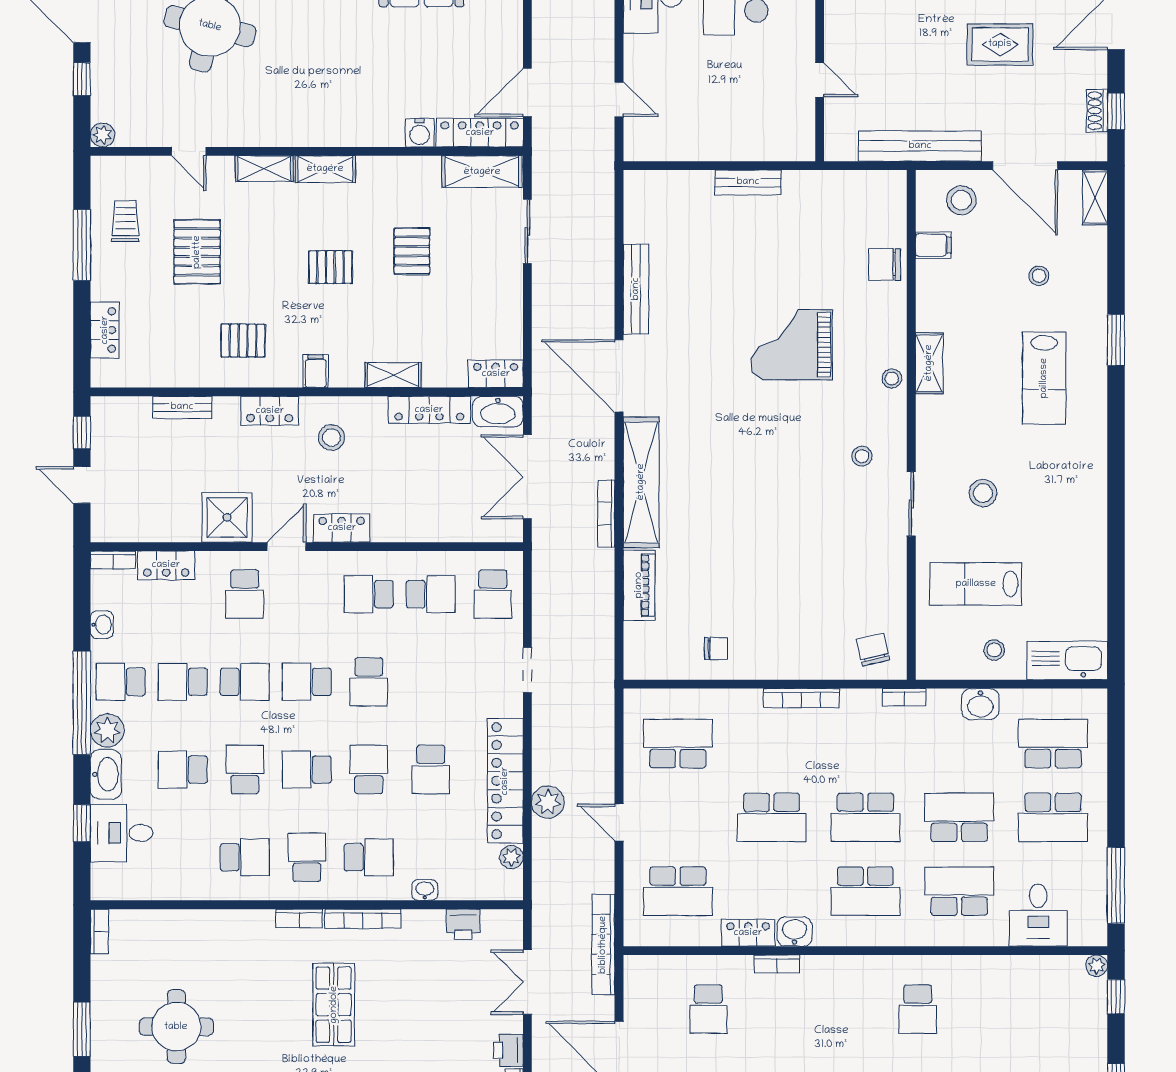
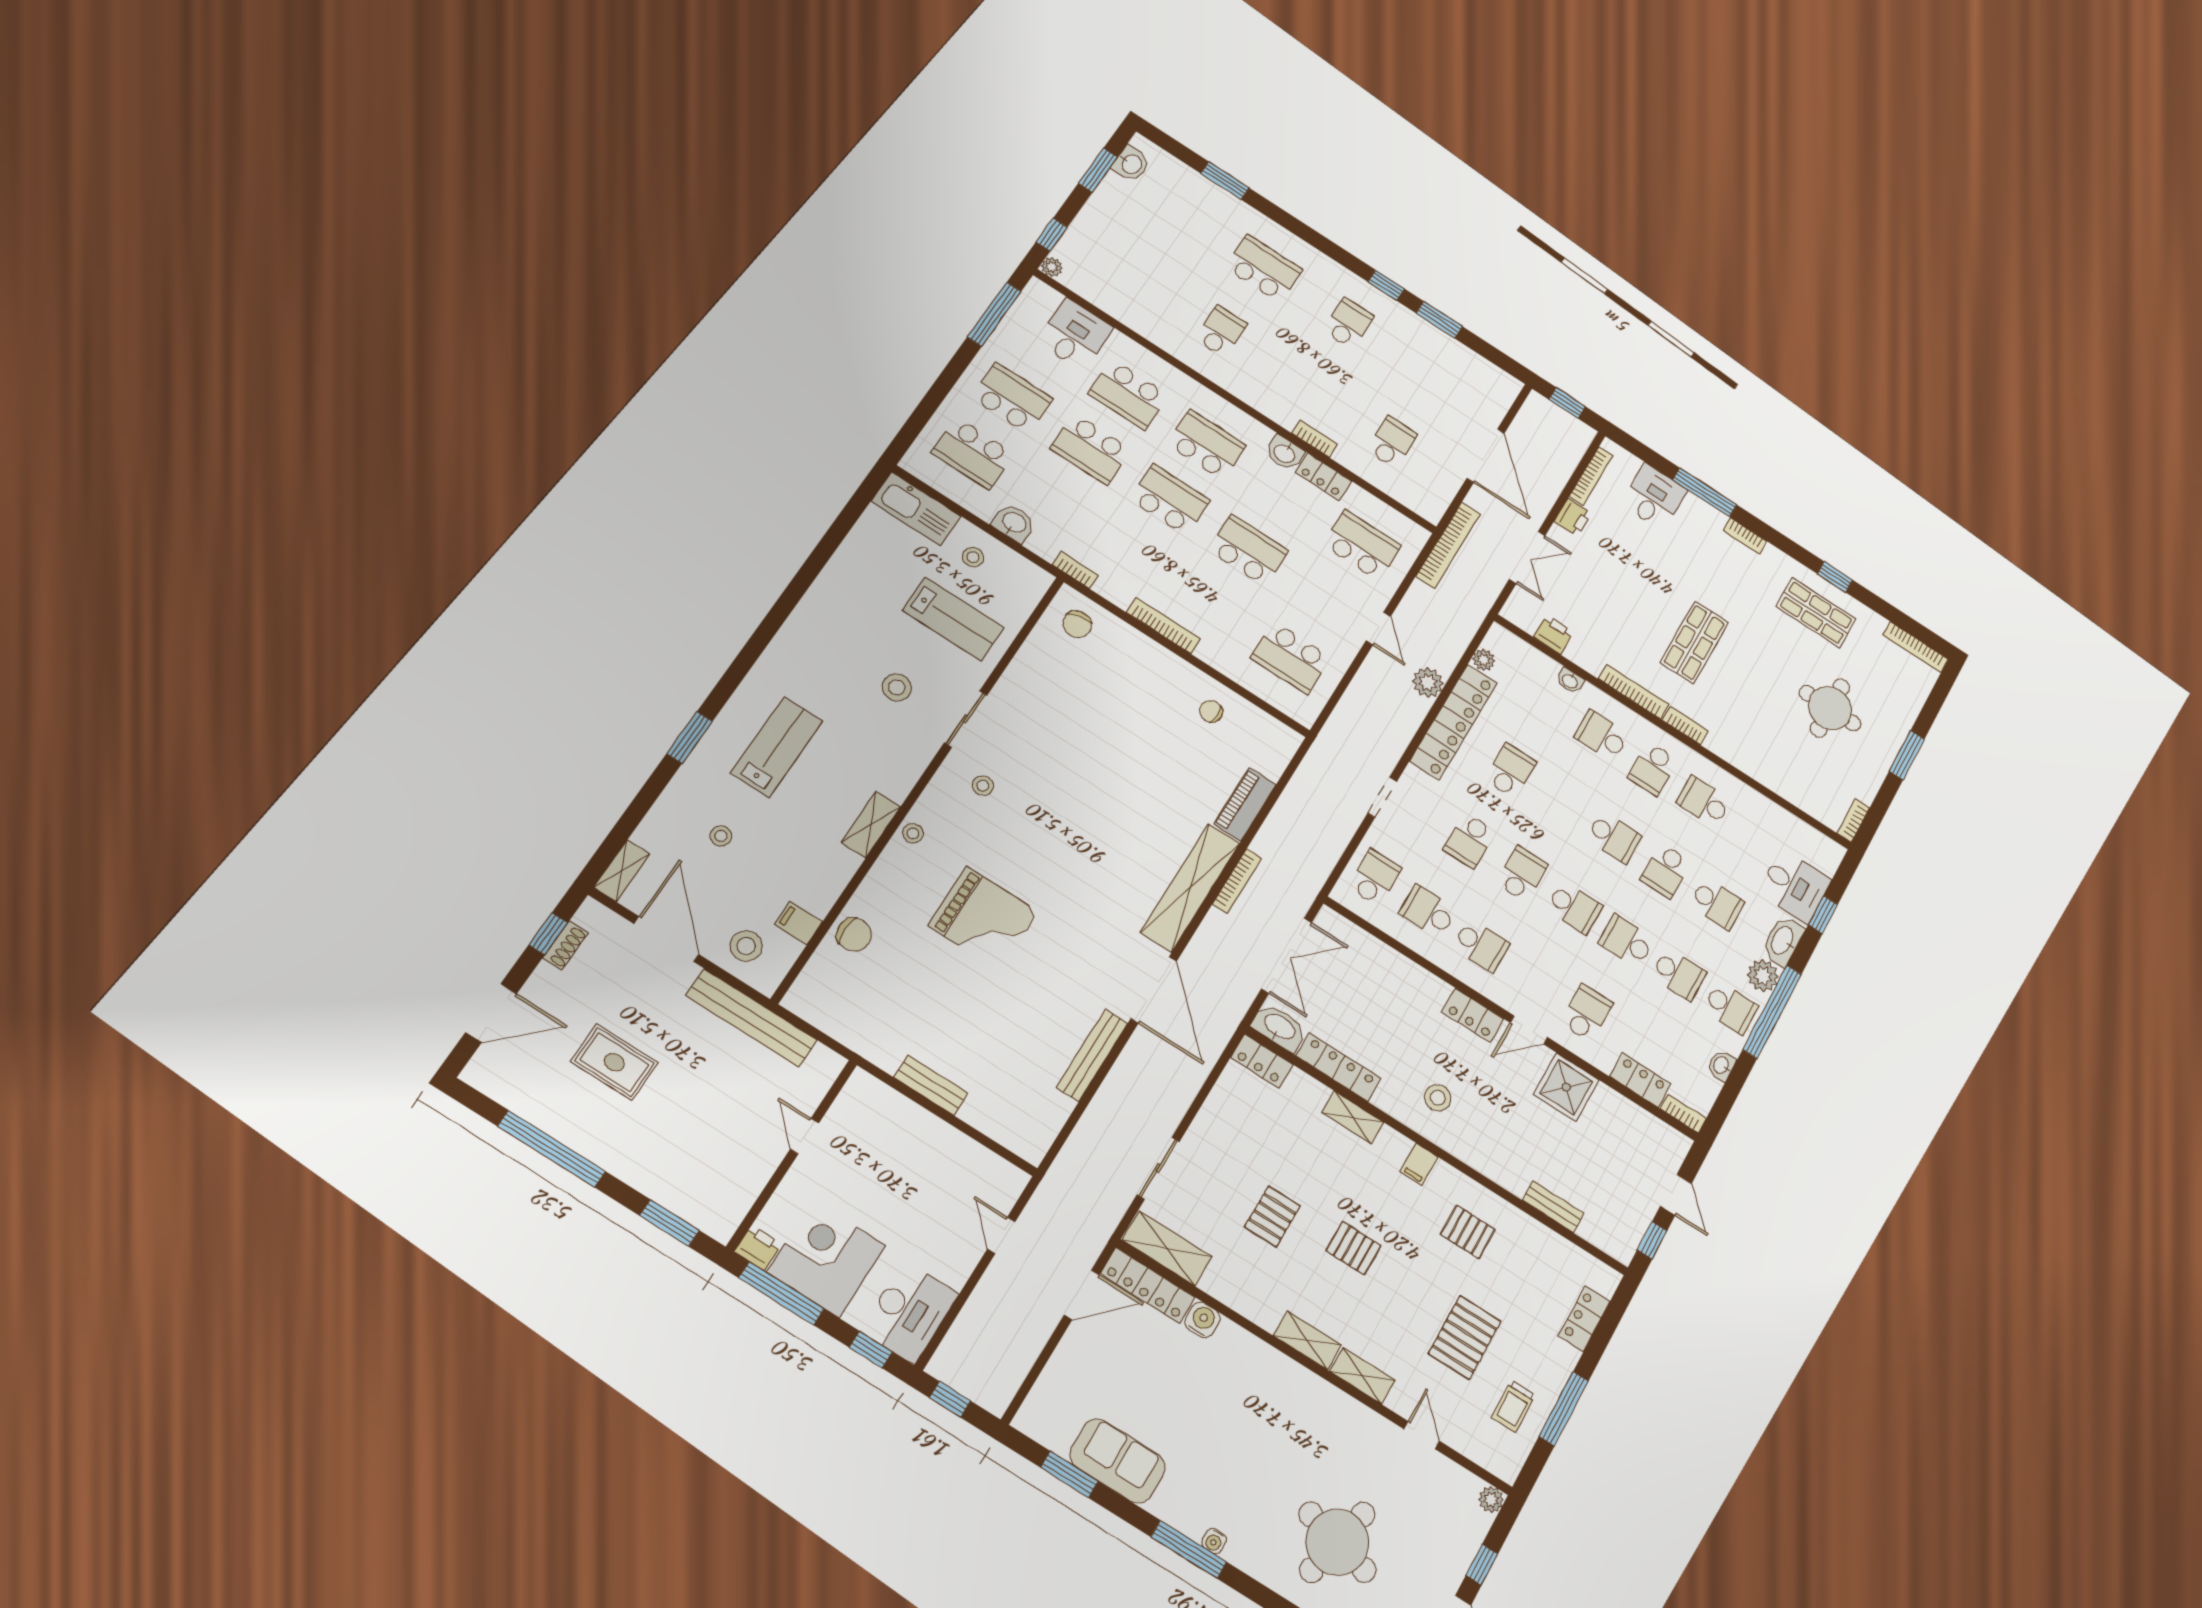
locker: (270, 411) -> (1479, 1155), removed
school desk: (369, 770) -> (1470, 840), moved

